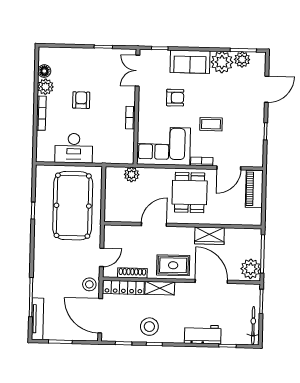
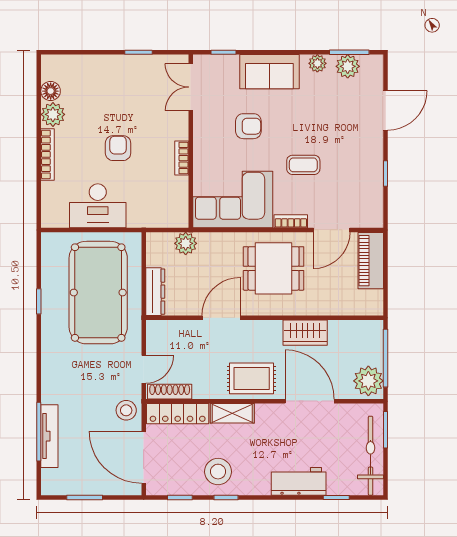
plant: (222, 62) -> (317, 63), width x0.53, depth x0.53
armchair: (81, 100) -> (118, 148), moved
dining table: (190, 193) -> (274, 268), turned 90
dresser: (111, 206) -> (155, 292), added
shoe rack: (132, 273) -> (170, 392), moved
tv unit: (37, 319) -> (49, 436), moved
bicycle: (253, 326) -> (371, 456), width x1.37, depth x1.40

